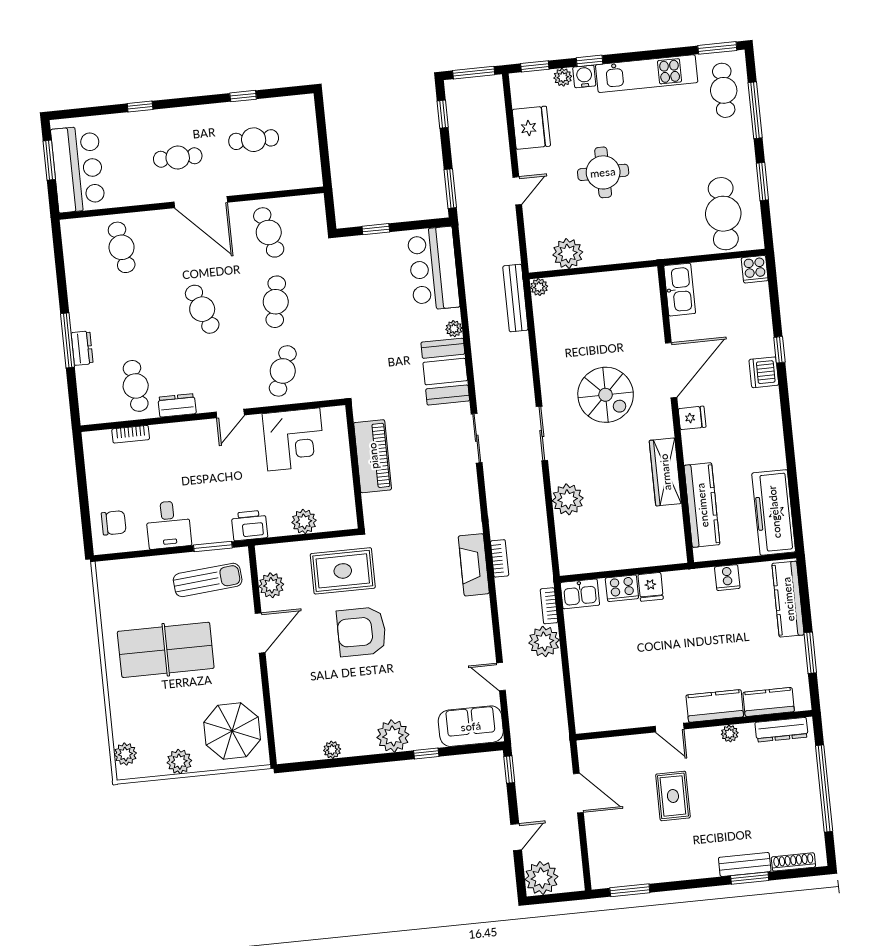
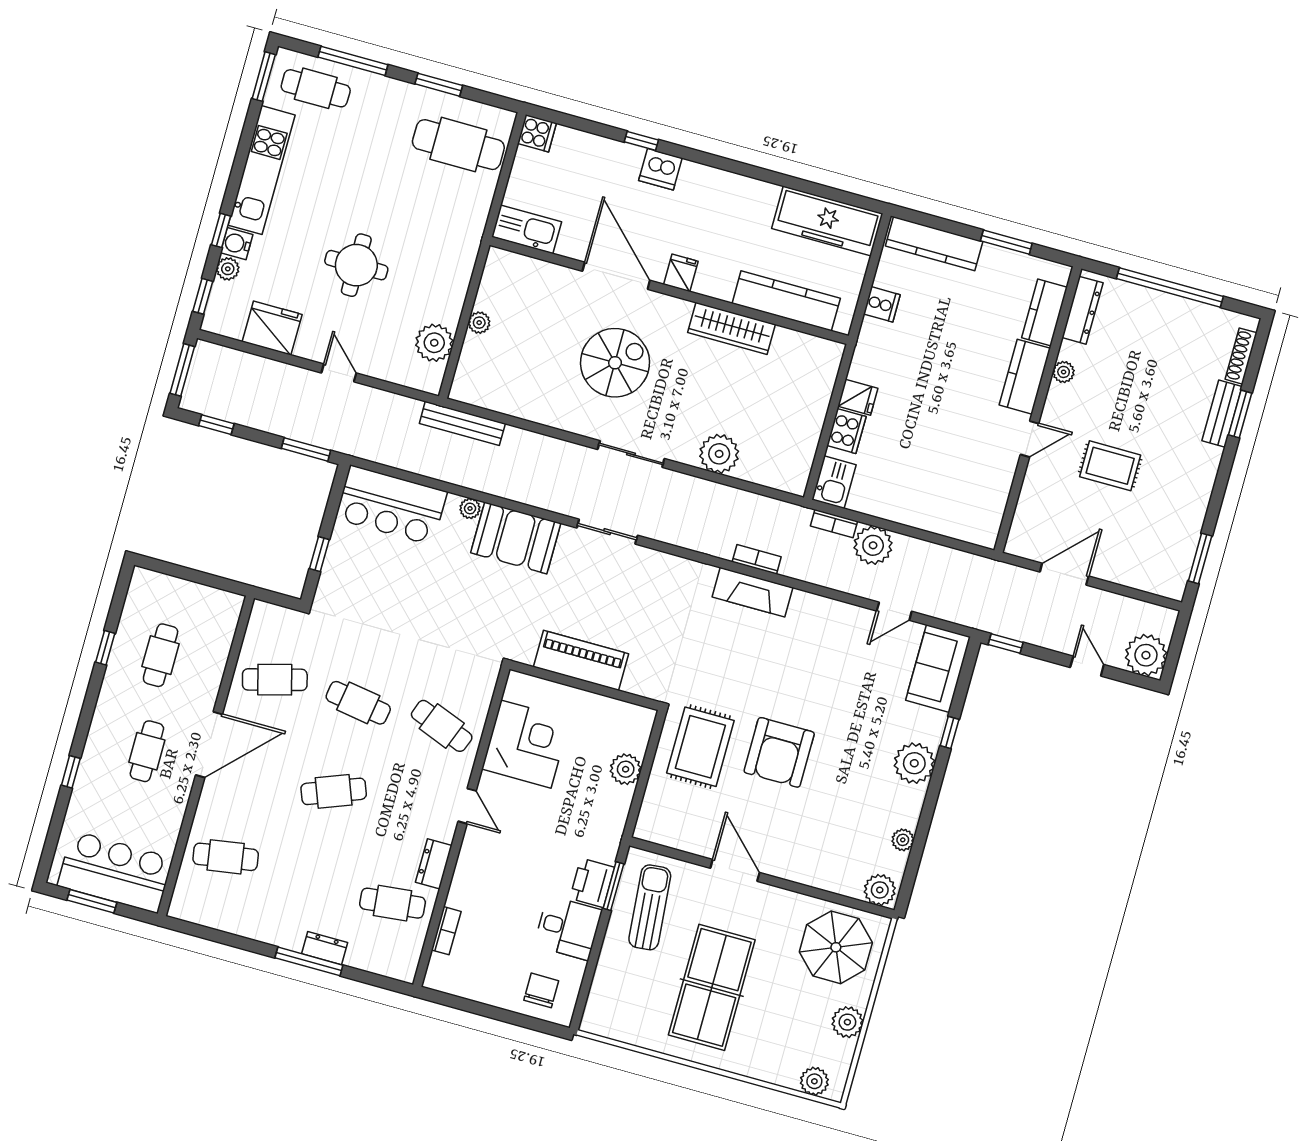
plant: (539, 287) -> (479, 323), moved
printer: (249, 525) -> (592, 883), moved
plant: (271, 585) -> (880, 890), moved

